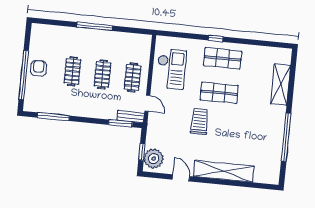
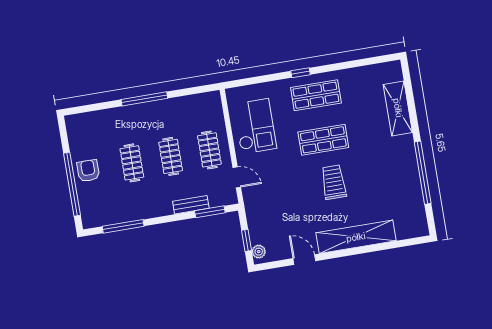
bench: (131, 117) -> (191, 205), moved
trolley: (199, 121) -> (334, 182), moved
plant: (154, 159) -> (259, 252), width x0.53, depth x0.53

